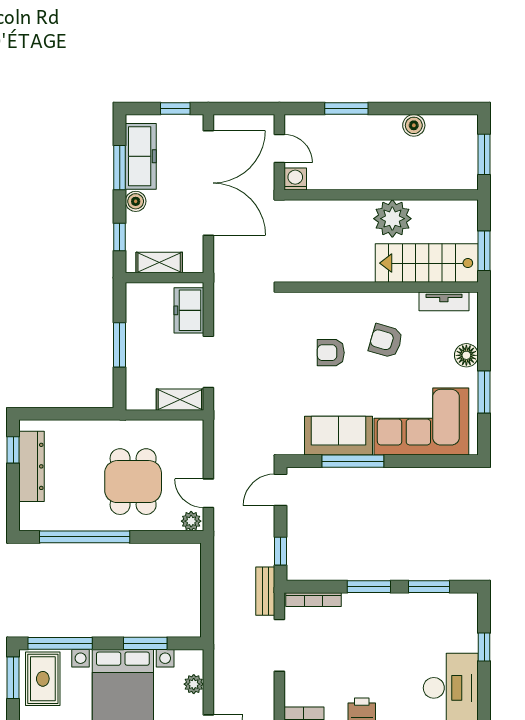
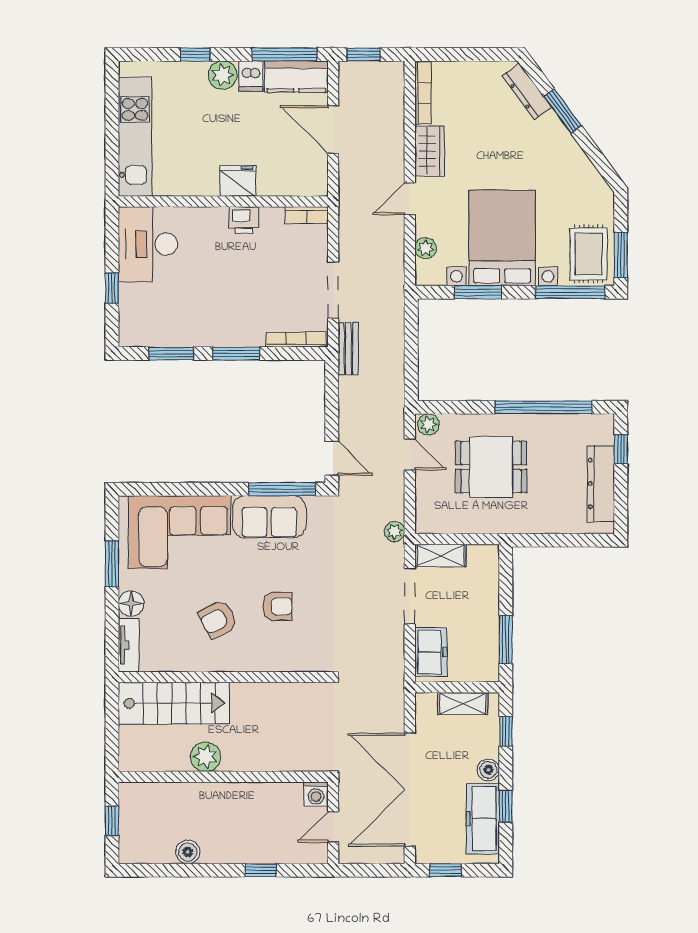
window: (346, 108) -> (261, 870), width x0.67
door: (279, 148) -> (333, 827), hinge flipped
window: (484, 154) -> (112, 821), width x0.67
window: (120, 168) -> (506, 806), width x0.67
plant: (392, 219) -> (205, 757), width x0.73, depth x0.73
window: (484, 251) -> (112, 716), removed
tv unit: (444, 301) -> (129, 645), moved, turned 90
armchair: (386, 341) -> (218, 619), turned 137
window: (120, 345) -> (506, 640), moved
plant: (222, 422) -> (395, 532), added
window: (13, 450) -> (621, 449), moved
window: (353, 461) -> (282, 489), moved
dining table: (133, 482) -> (491, 467), turned 90
door: (280, 490) -> (332, 458), hinge flipped
window: (280, 551) -> (332, 392), removed

